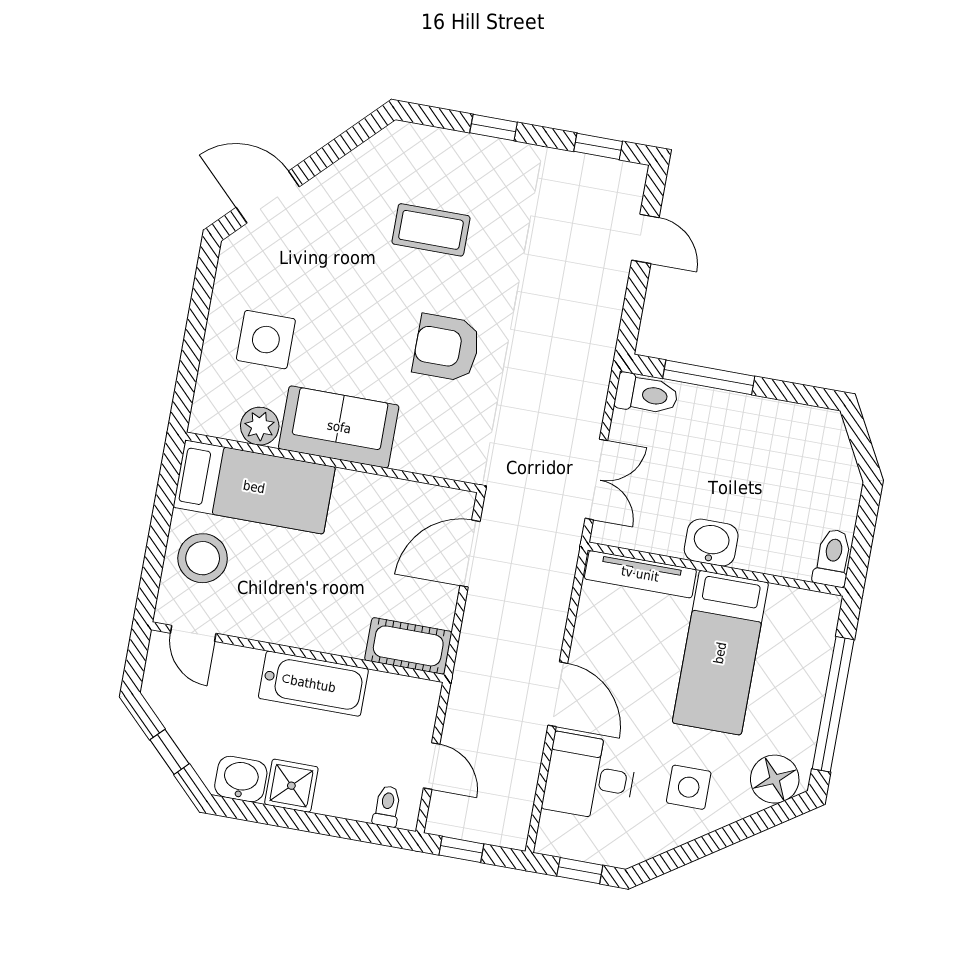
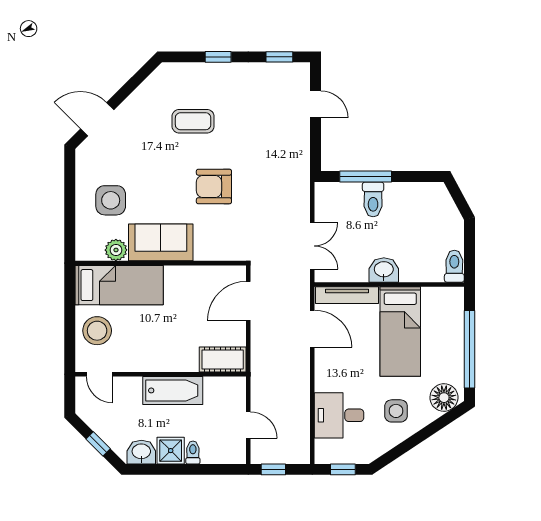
toilet: (646, 394) -> (373, 199), moved, turned 90
door: (558, 694) -> (312, 329), moved
toilet: (387, 806) -> (193, 453), moved

